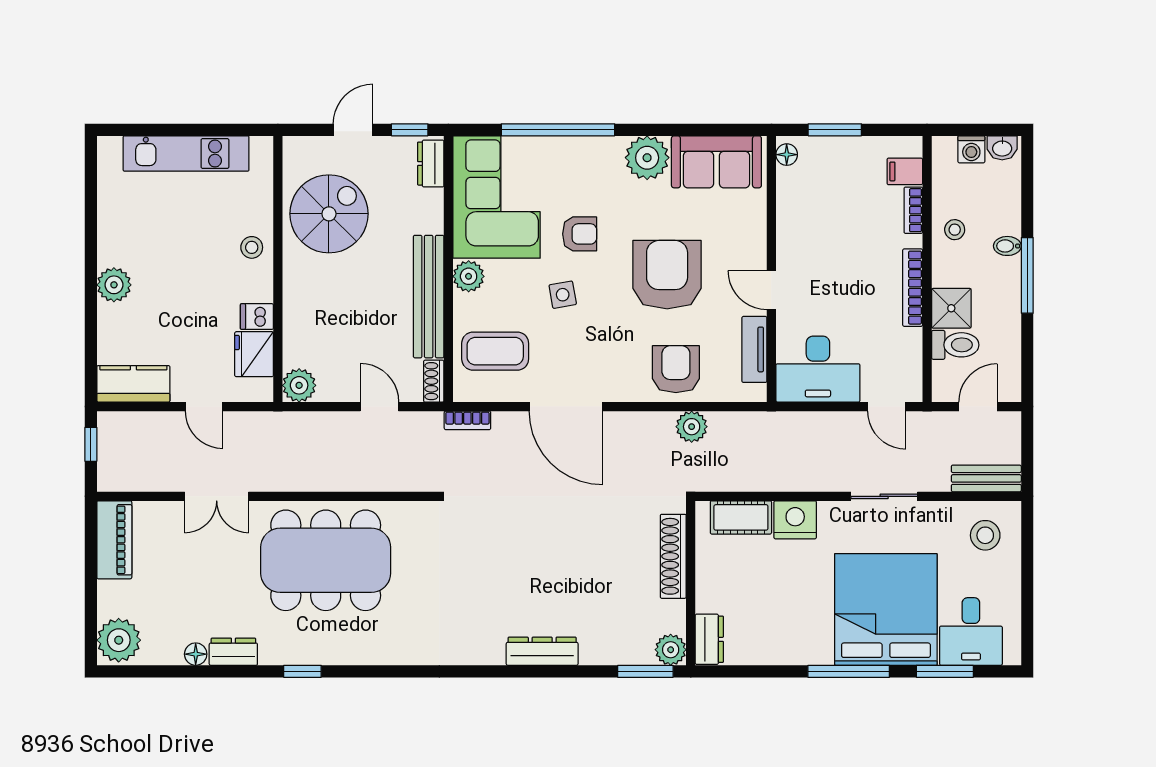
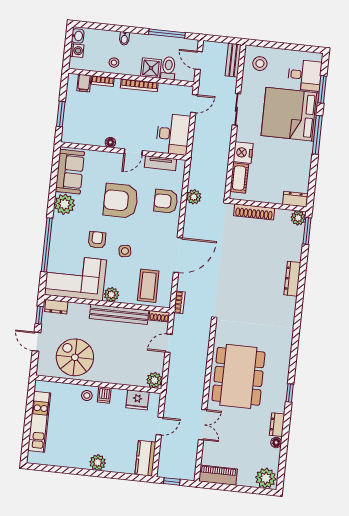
floor lamp: (787, 155) -> (110, 142), moved
window: (1027, 275) -> (167, 34), moved
dishwasher: (257, 317) -> (104, 395), moved

